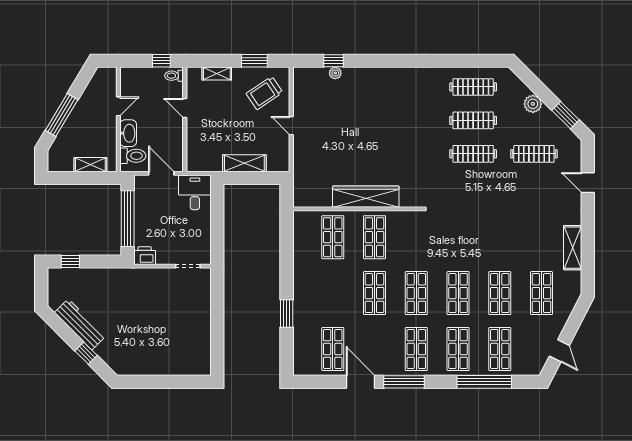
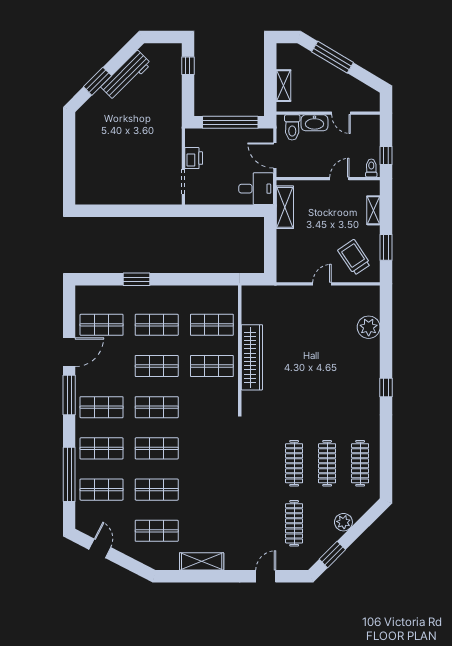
window: (334, 61) -> (386, 387), moved
plant: (335, 73) -> (369, 327), width x1.87, depth x1.87
shelving: (244, 163) -> (285, 207), moved
door: (161, 173) -> (275, 155), swing flipped
printer: (145, 256) -> (194, 158), moved
shop shelf: (333, 293) -> (157, 325), added
door: (559, 351) -> (100, 548), swing flipped
window: (86, 353) -> (97, 81), width x1.50

